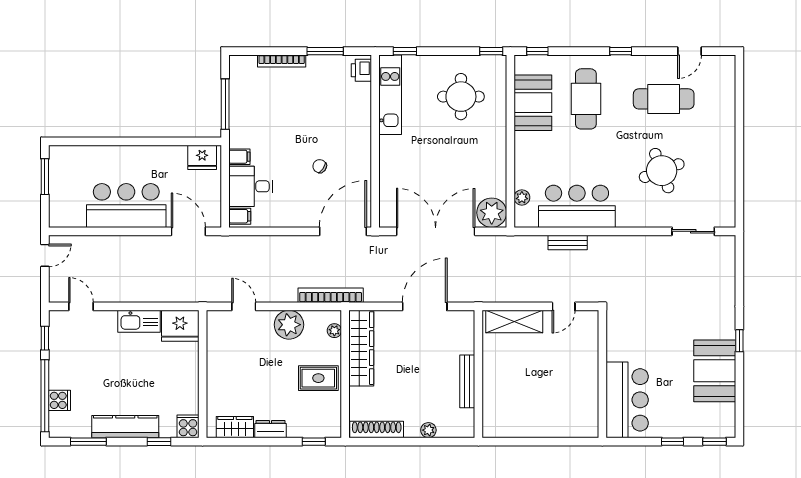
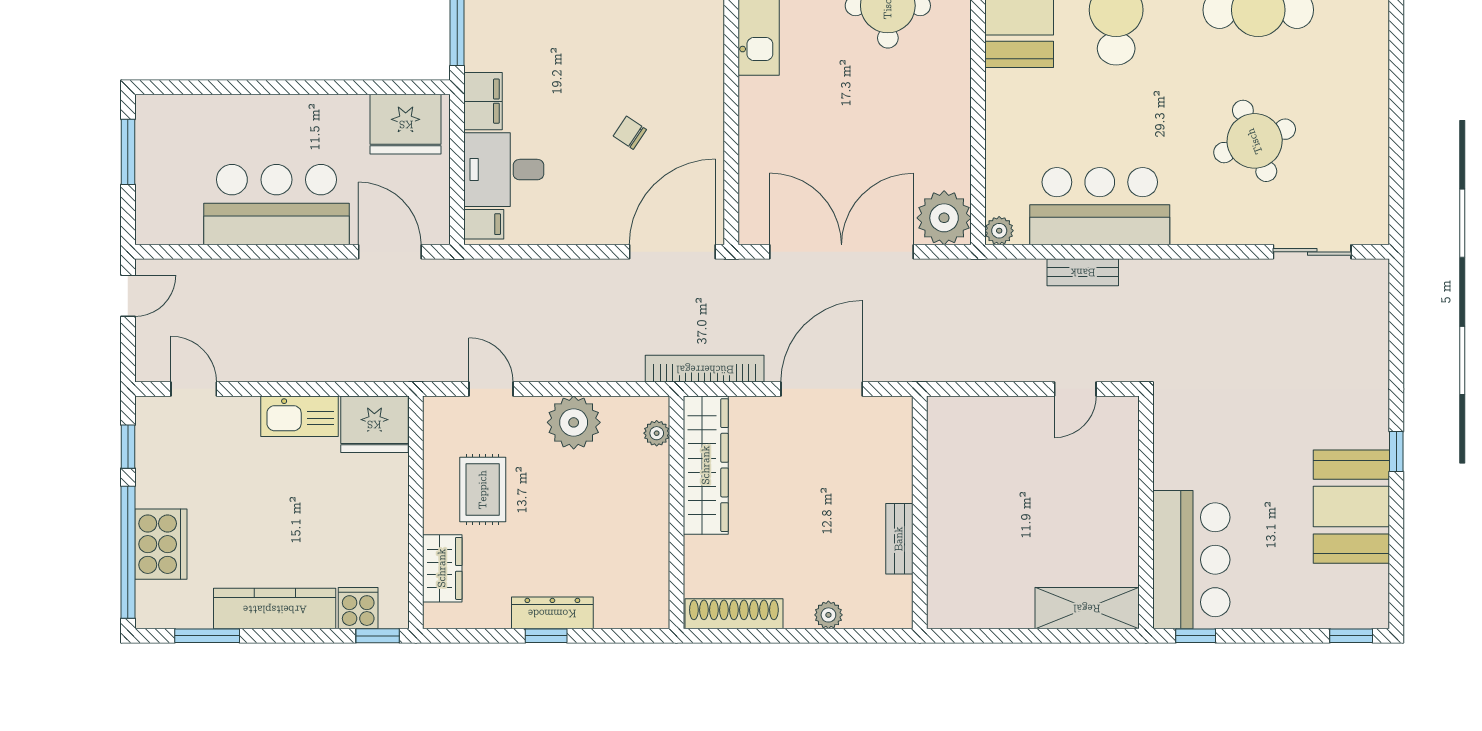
fridge: (202, 157) -> (406, 124), width x1.36, depth x1.34
filing cabinet: (239, 157) -> (483, 101), width x2.00
plant: (522, 197) -> (999, 231), moved
bookcase: (331, 295) -> (705, 369), moved
shelving: (514, 322) -> (1087, 608), moved
rug: (318, 378) -> (483, 490), moved, turned 90
bench: (467, 381) -> (899, 539), width x0.73
cooker: (60, 400) -> (161, 544), width x1.87, depth x1.31
cooker: (188, 426) -> (358, 608), moved
wardrobe: (235, 427) -> (442, 568), moved, turned 90
dresser: (271, 429) -> (552, 613), width x1.44
window: (159, 442) -> (378, 636), moved
window: (314, 442) -> (546, 636), moved
window: (672, 442) -> (1196, 636), moved

